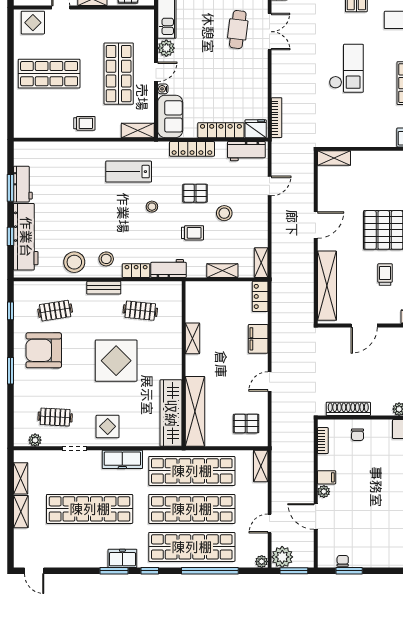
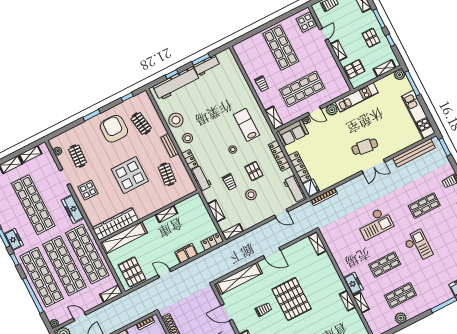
pallet: (246, 424) -> (132, 272), width x1.50, depth x1.42

